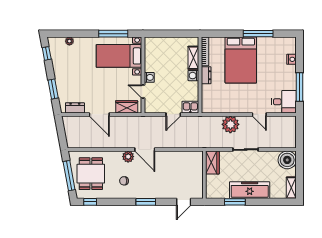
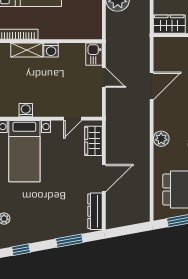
dresser: (206, 75) -> (51, 33), removed
washing machine: (149, 77) -> (26, 110), moved
dresser: (75, 108) -> (95, 211), width x1.44
door: (145, 150) -> (152, 86), moved

